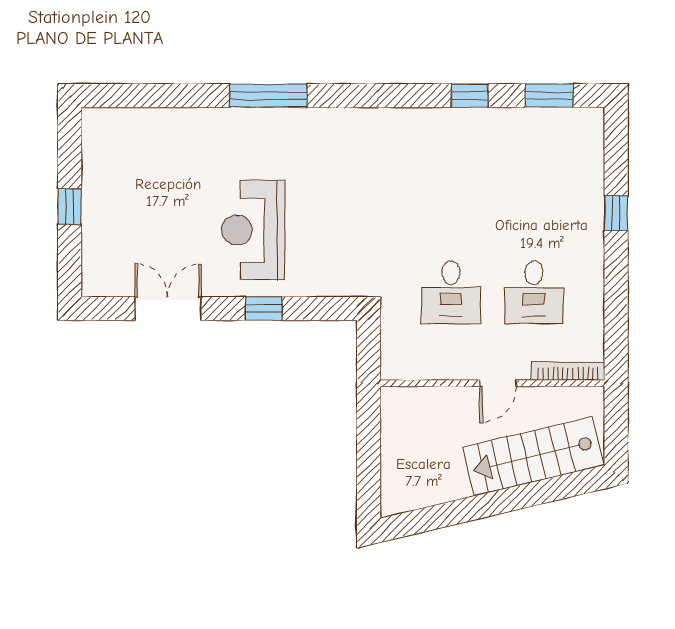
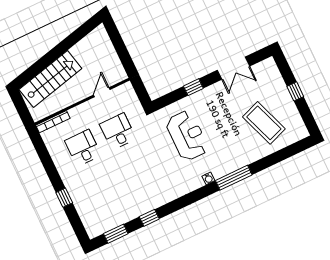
water cooler: (318, 118) -> (208, 178), added
coffee table: (159, 174) -> (264, 123), added
reception desk: (253, 230) -> (187, 136), moved
door: (498, 383) -> (102, 92), moved

